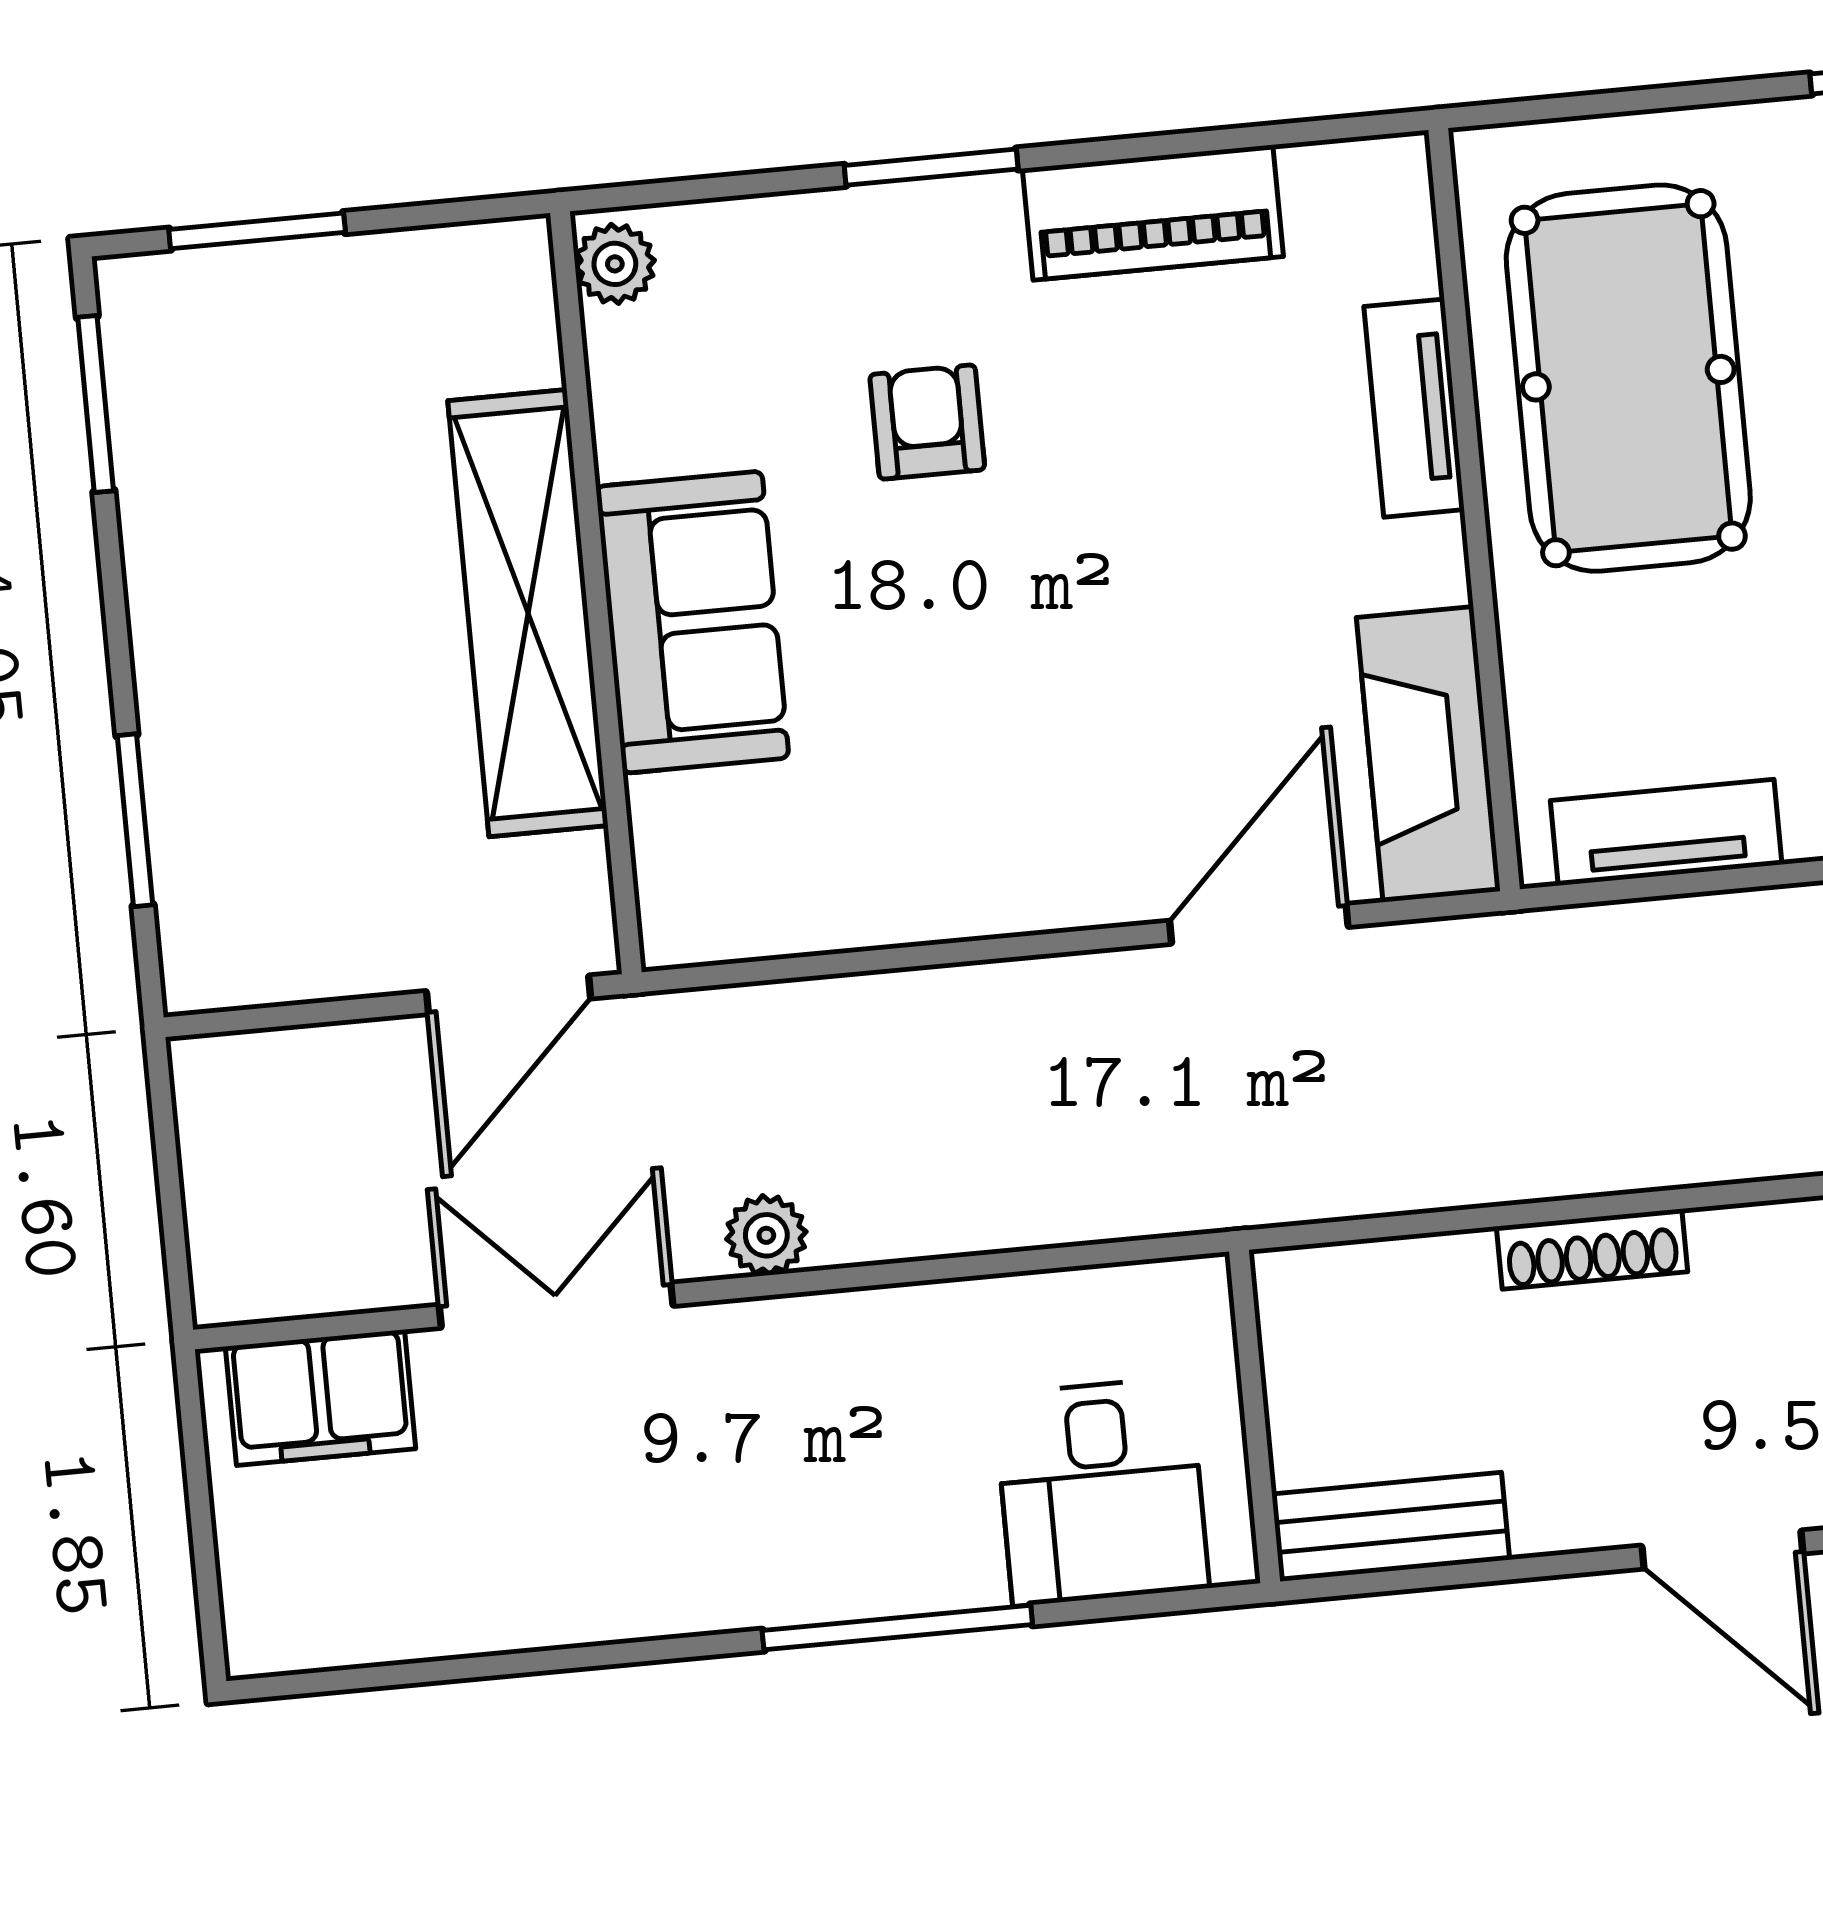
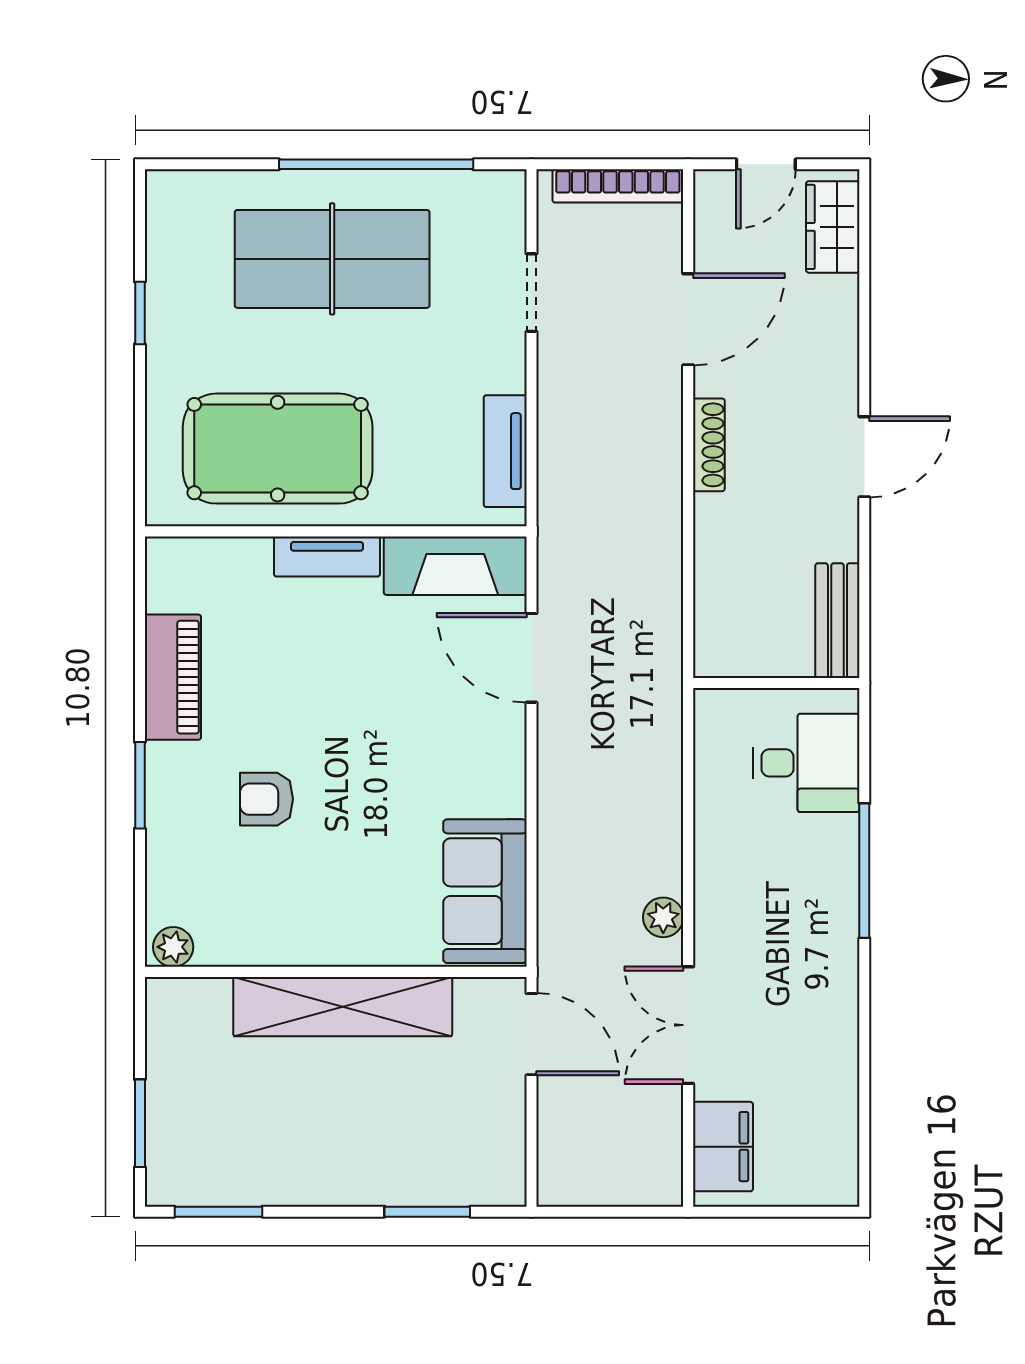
tv unit: (1414, 408) -> (327, 556), moved
sofa: (692, 622) -> (485, 891), moved, turned -90
shoe rack: (1592, 1249) -> (709, 445), moved

